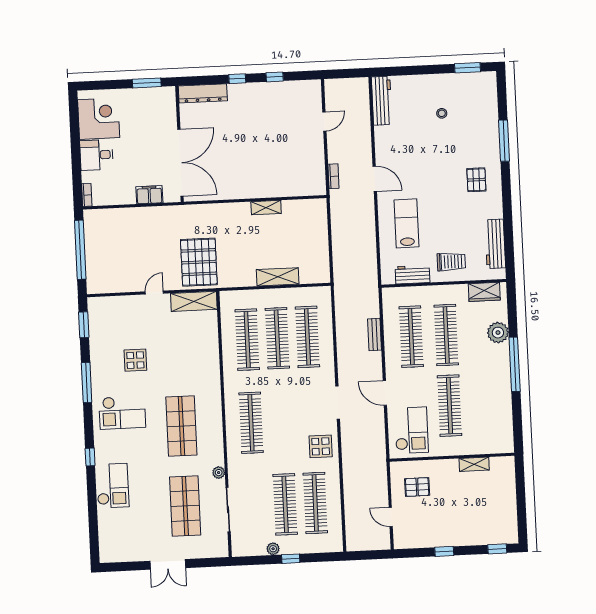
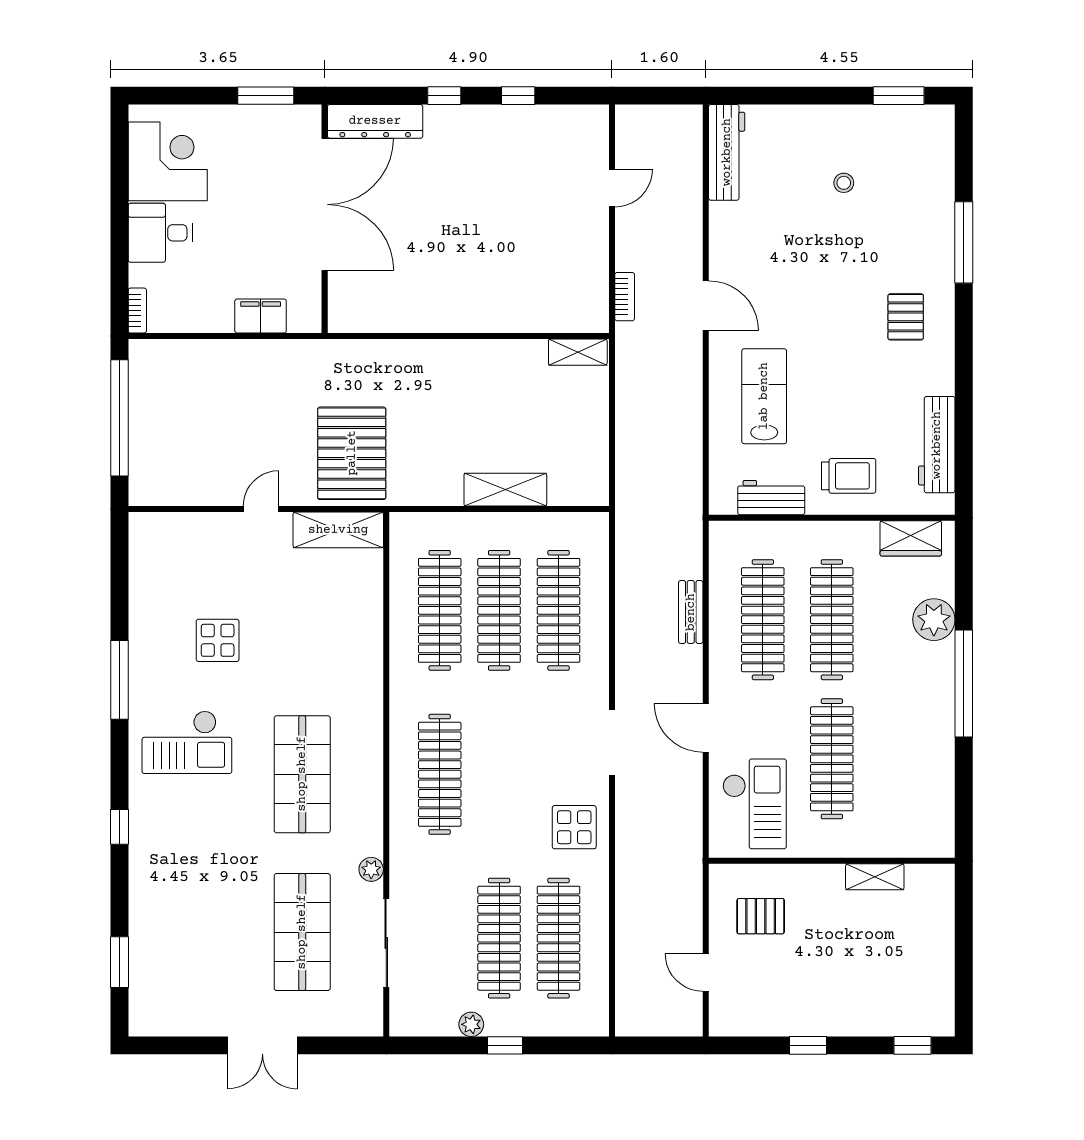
double door: (180, 163) -> (325, 204), moved
shelving: (266, 208) -> (578, 352), moved
window: (84, 325) -> (119, 962), moved
checkout: (113, 486) -> (161, 885), removed

